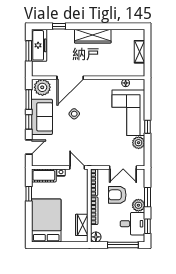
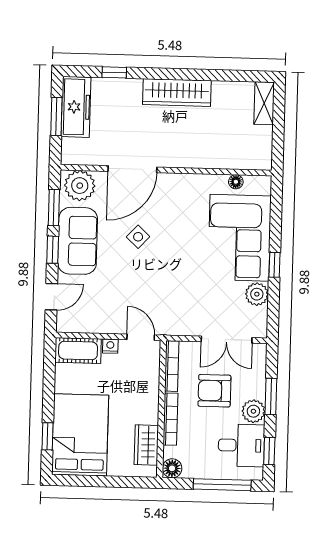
shelving: (140, 52) -> (264, 103), moved
window: (29, 194) -> (47, 436), moved

